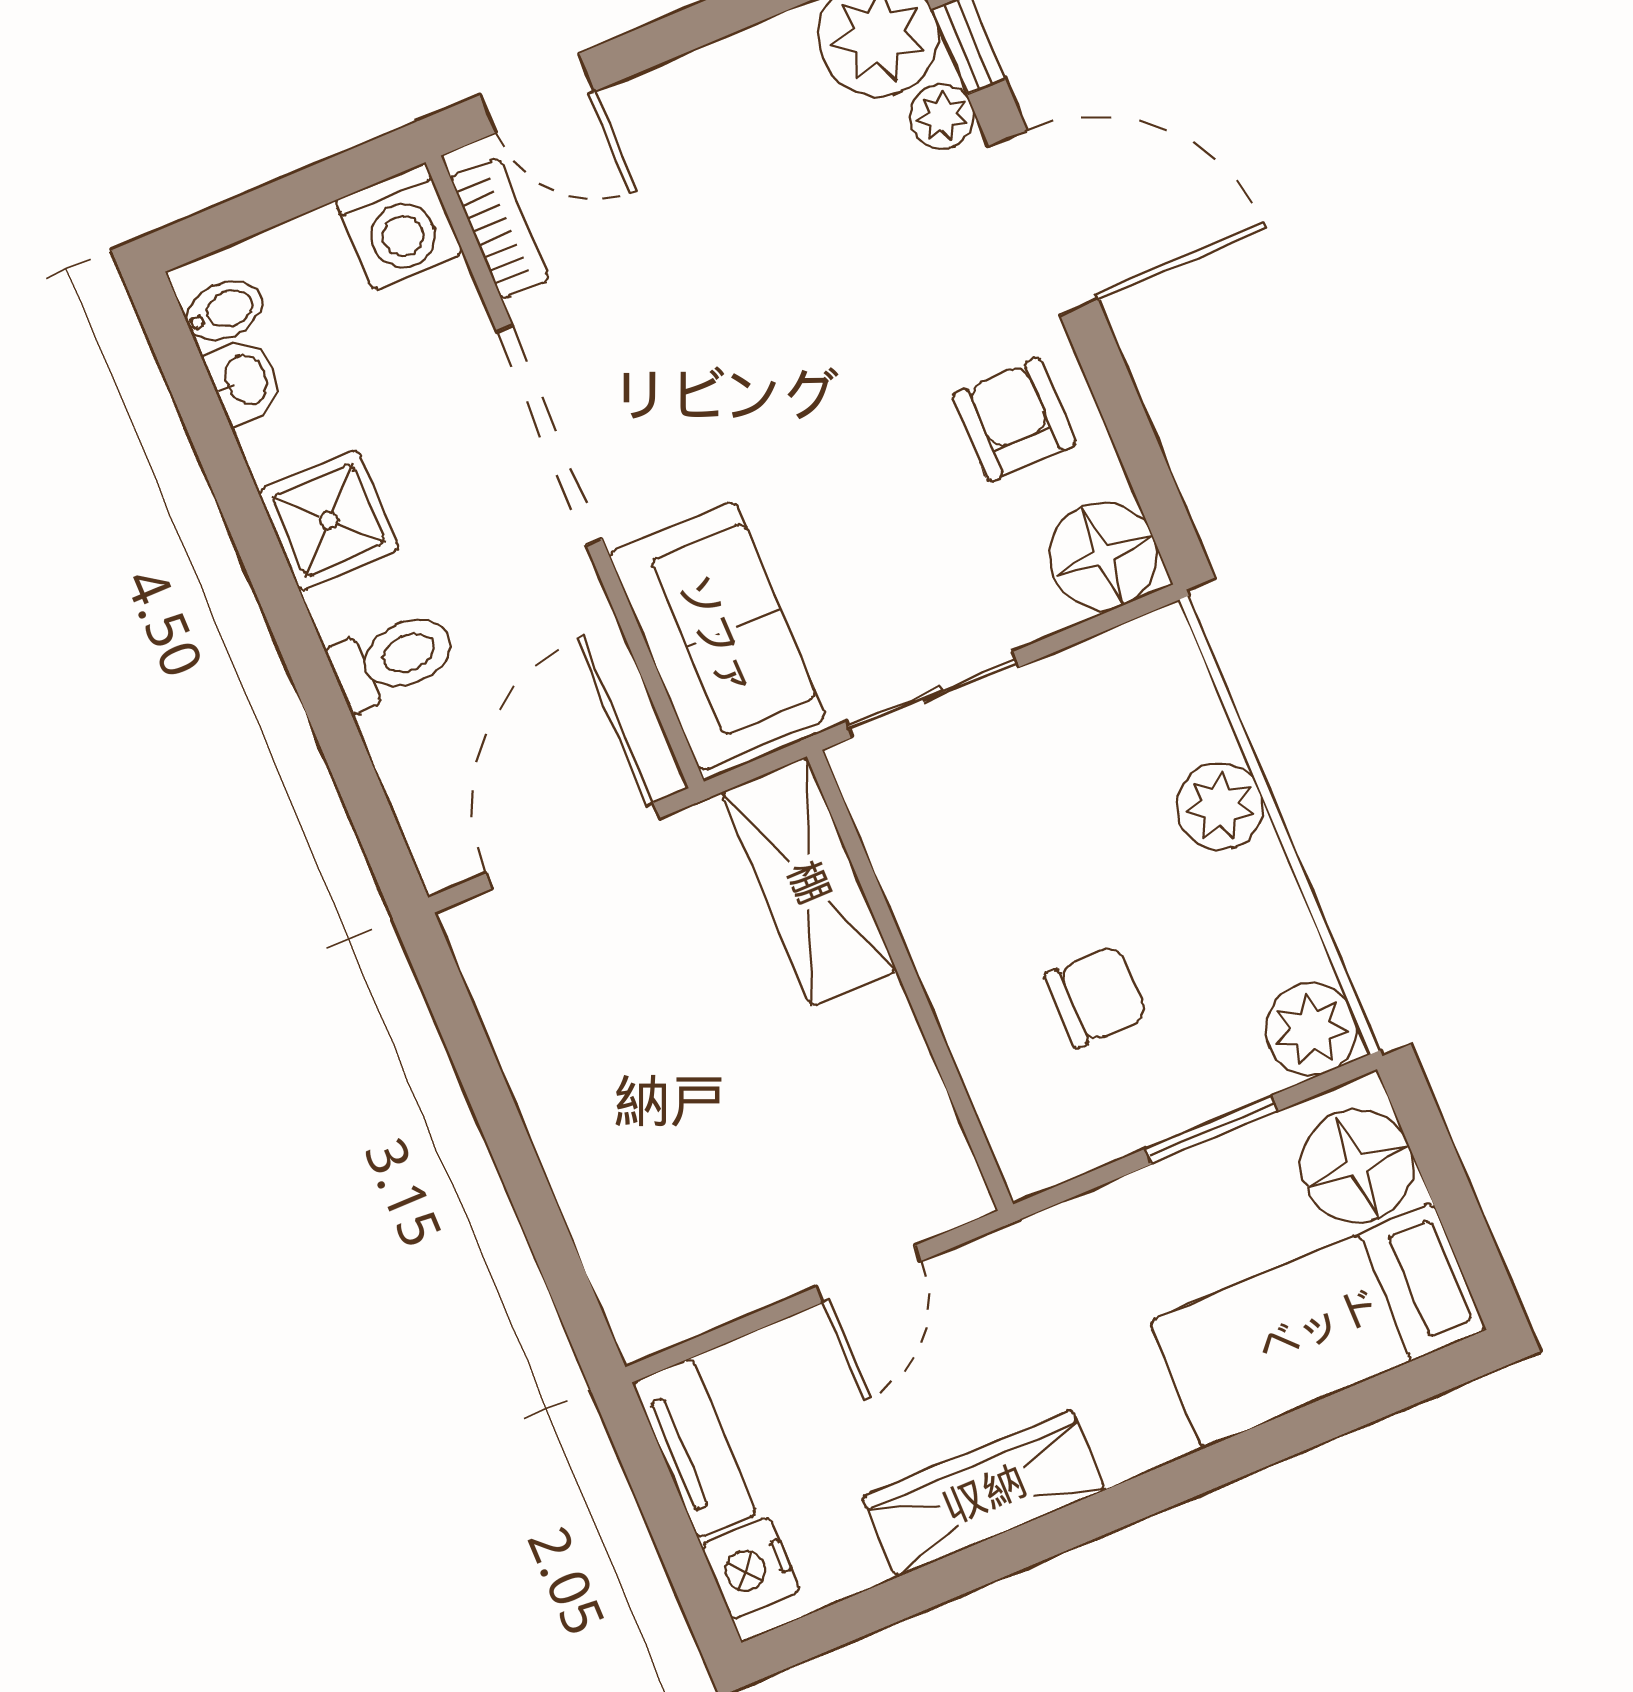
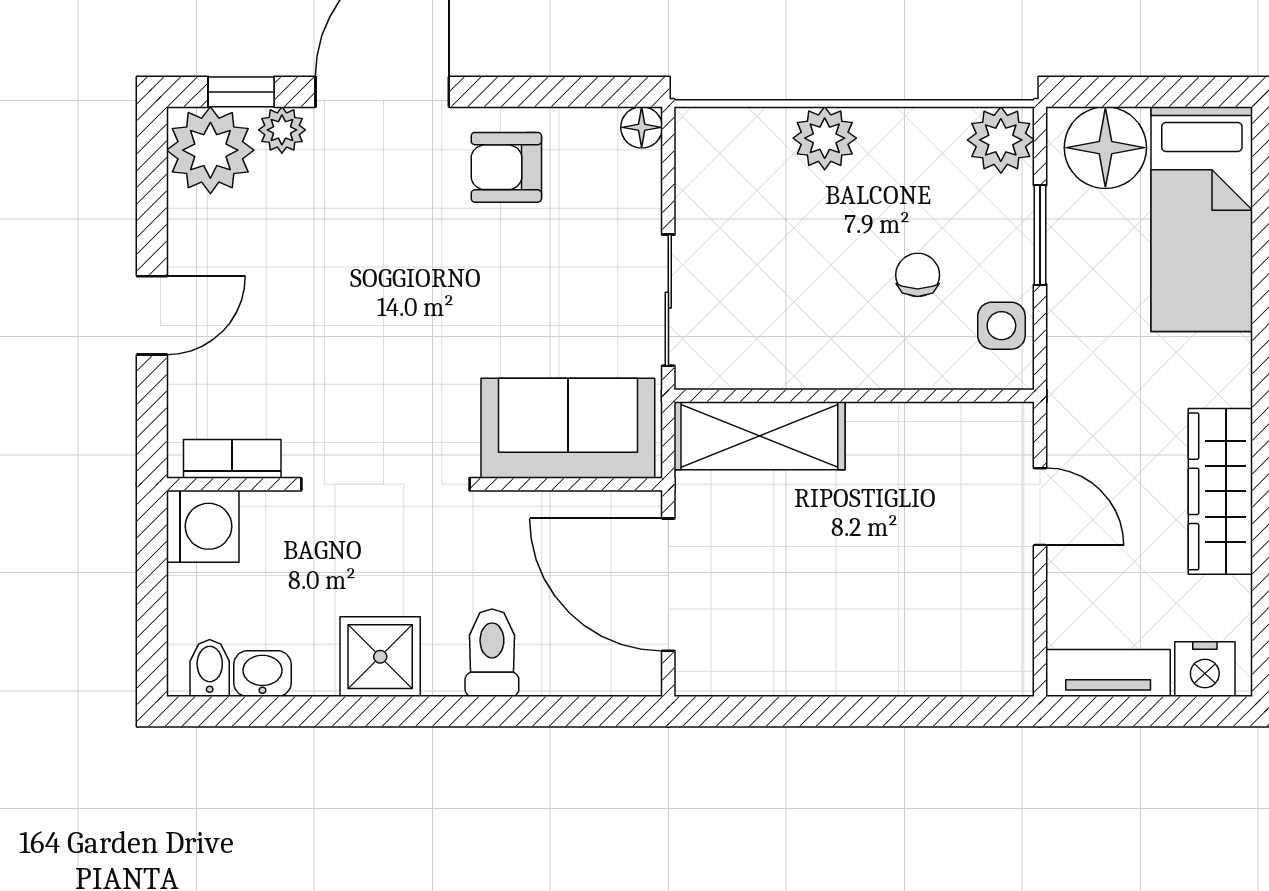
door: (537, 93) -> (152, 315), moved
floor lamp: (1103, 556) -> (642, 127), width x0.53, depth x0.53
chair: (1096, 996) -> (918, 275), width x0.73, depth x0.73
side table: (1077, 1129) -> (1001, 326), added

